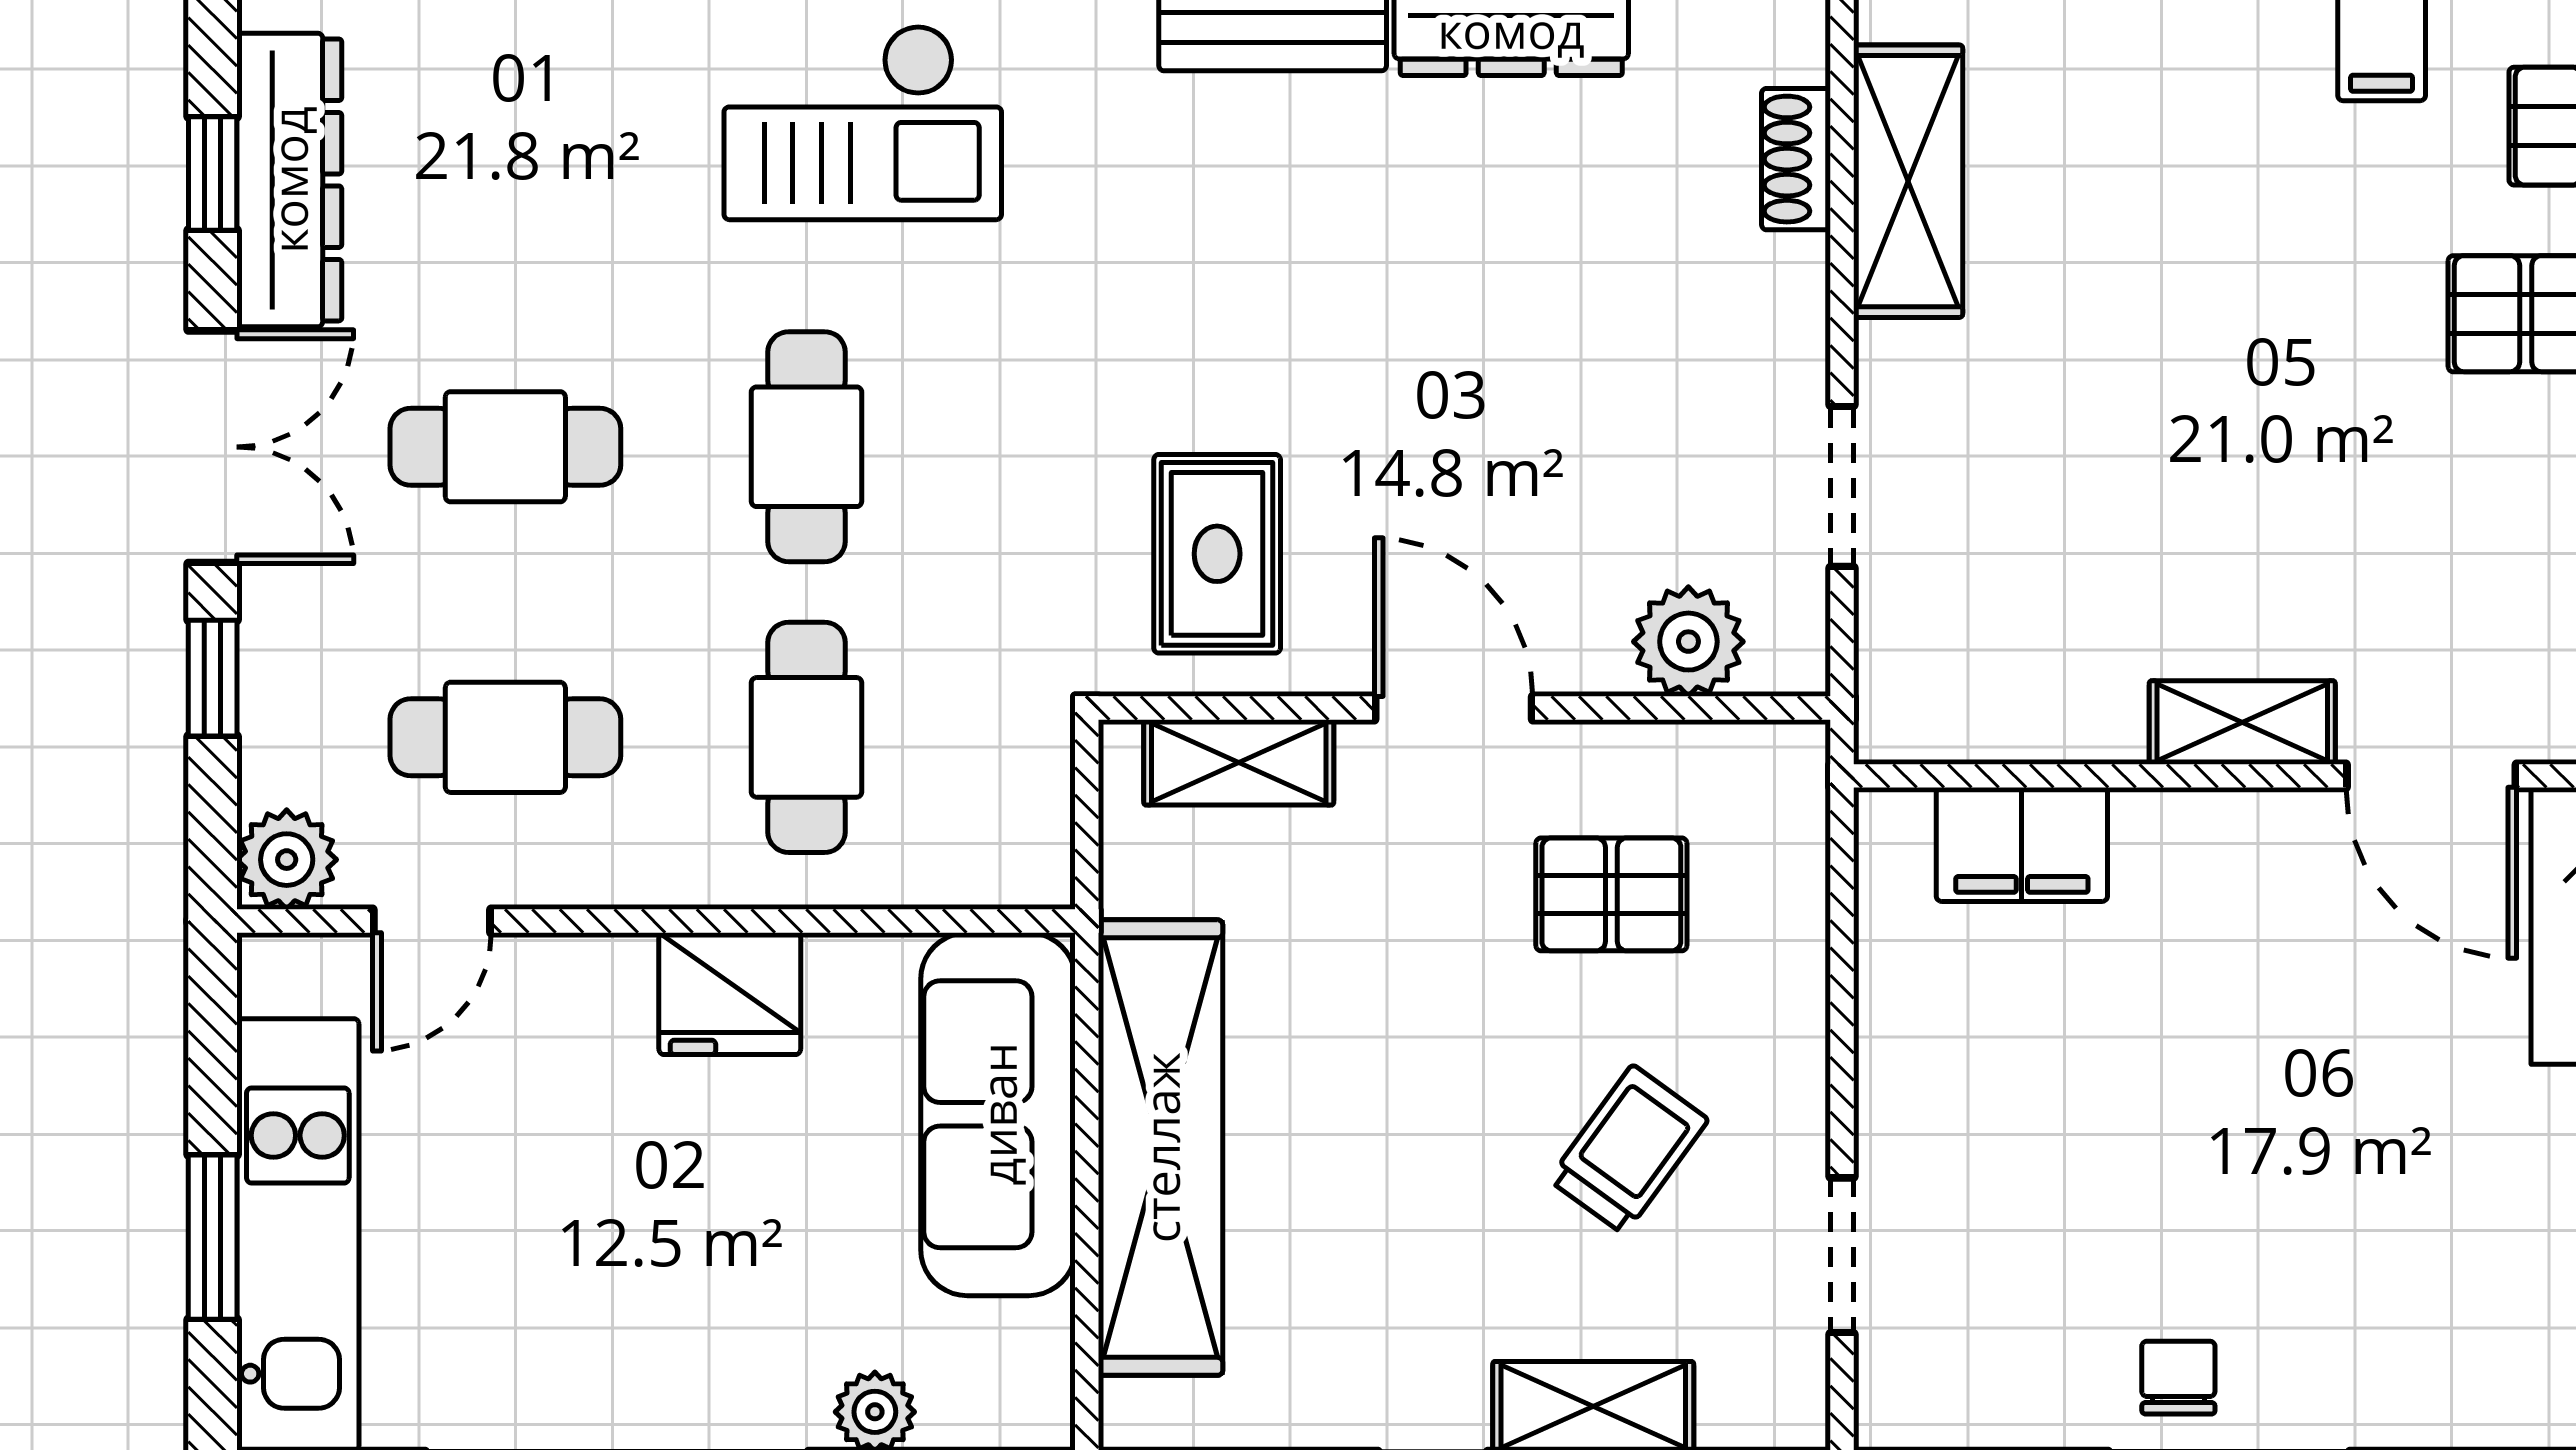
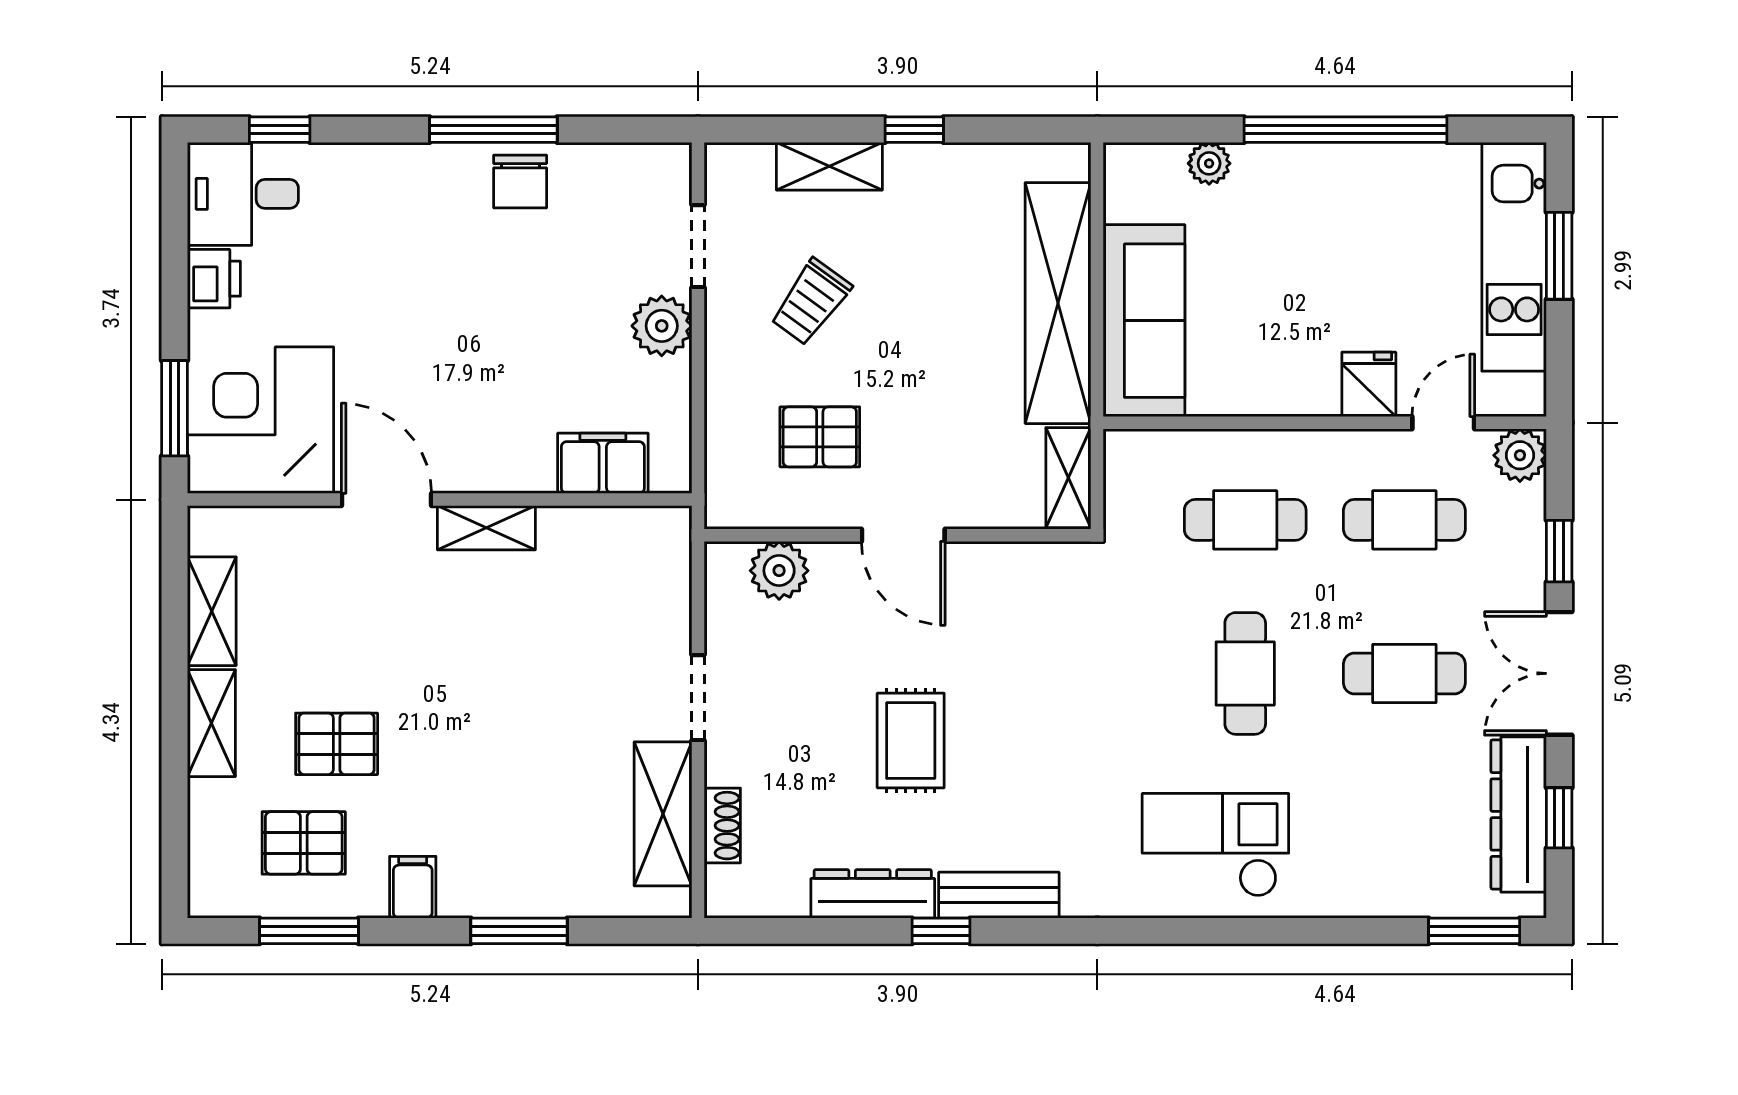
doorway: (1842, 486) -> (698, 698), moved
rug: (1217, 554) -> (911, 741), moved
cafe table: (807, 737) -> (1245, 520), turned 90
shelving: (1239, 762) -> (1068, 478), moved, turned 90
fridge: (730, 994) -> (1369, 384), moved, width x0.72
plant: (1910, 1104) -> (662, 326), added
chair: (2178, 1378) -> (520, 181), width x1.37, depth x1.37

